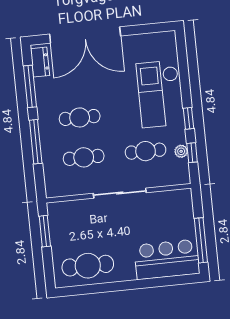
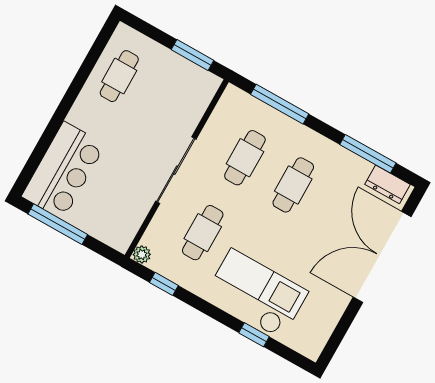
window: (189, 118) -> (254, 335), moved
window: (36, 142) -> (280, 104), moved
plant: (181, 151) -> (142, 254), moved
cafe table: (88, 266) -> (119, 76), width x0.73, depth x0.74

